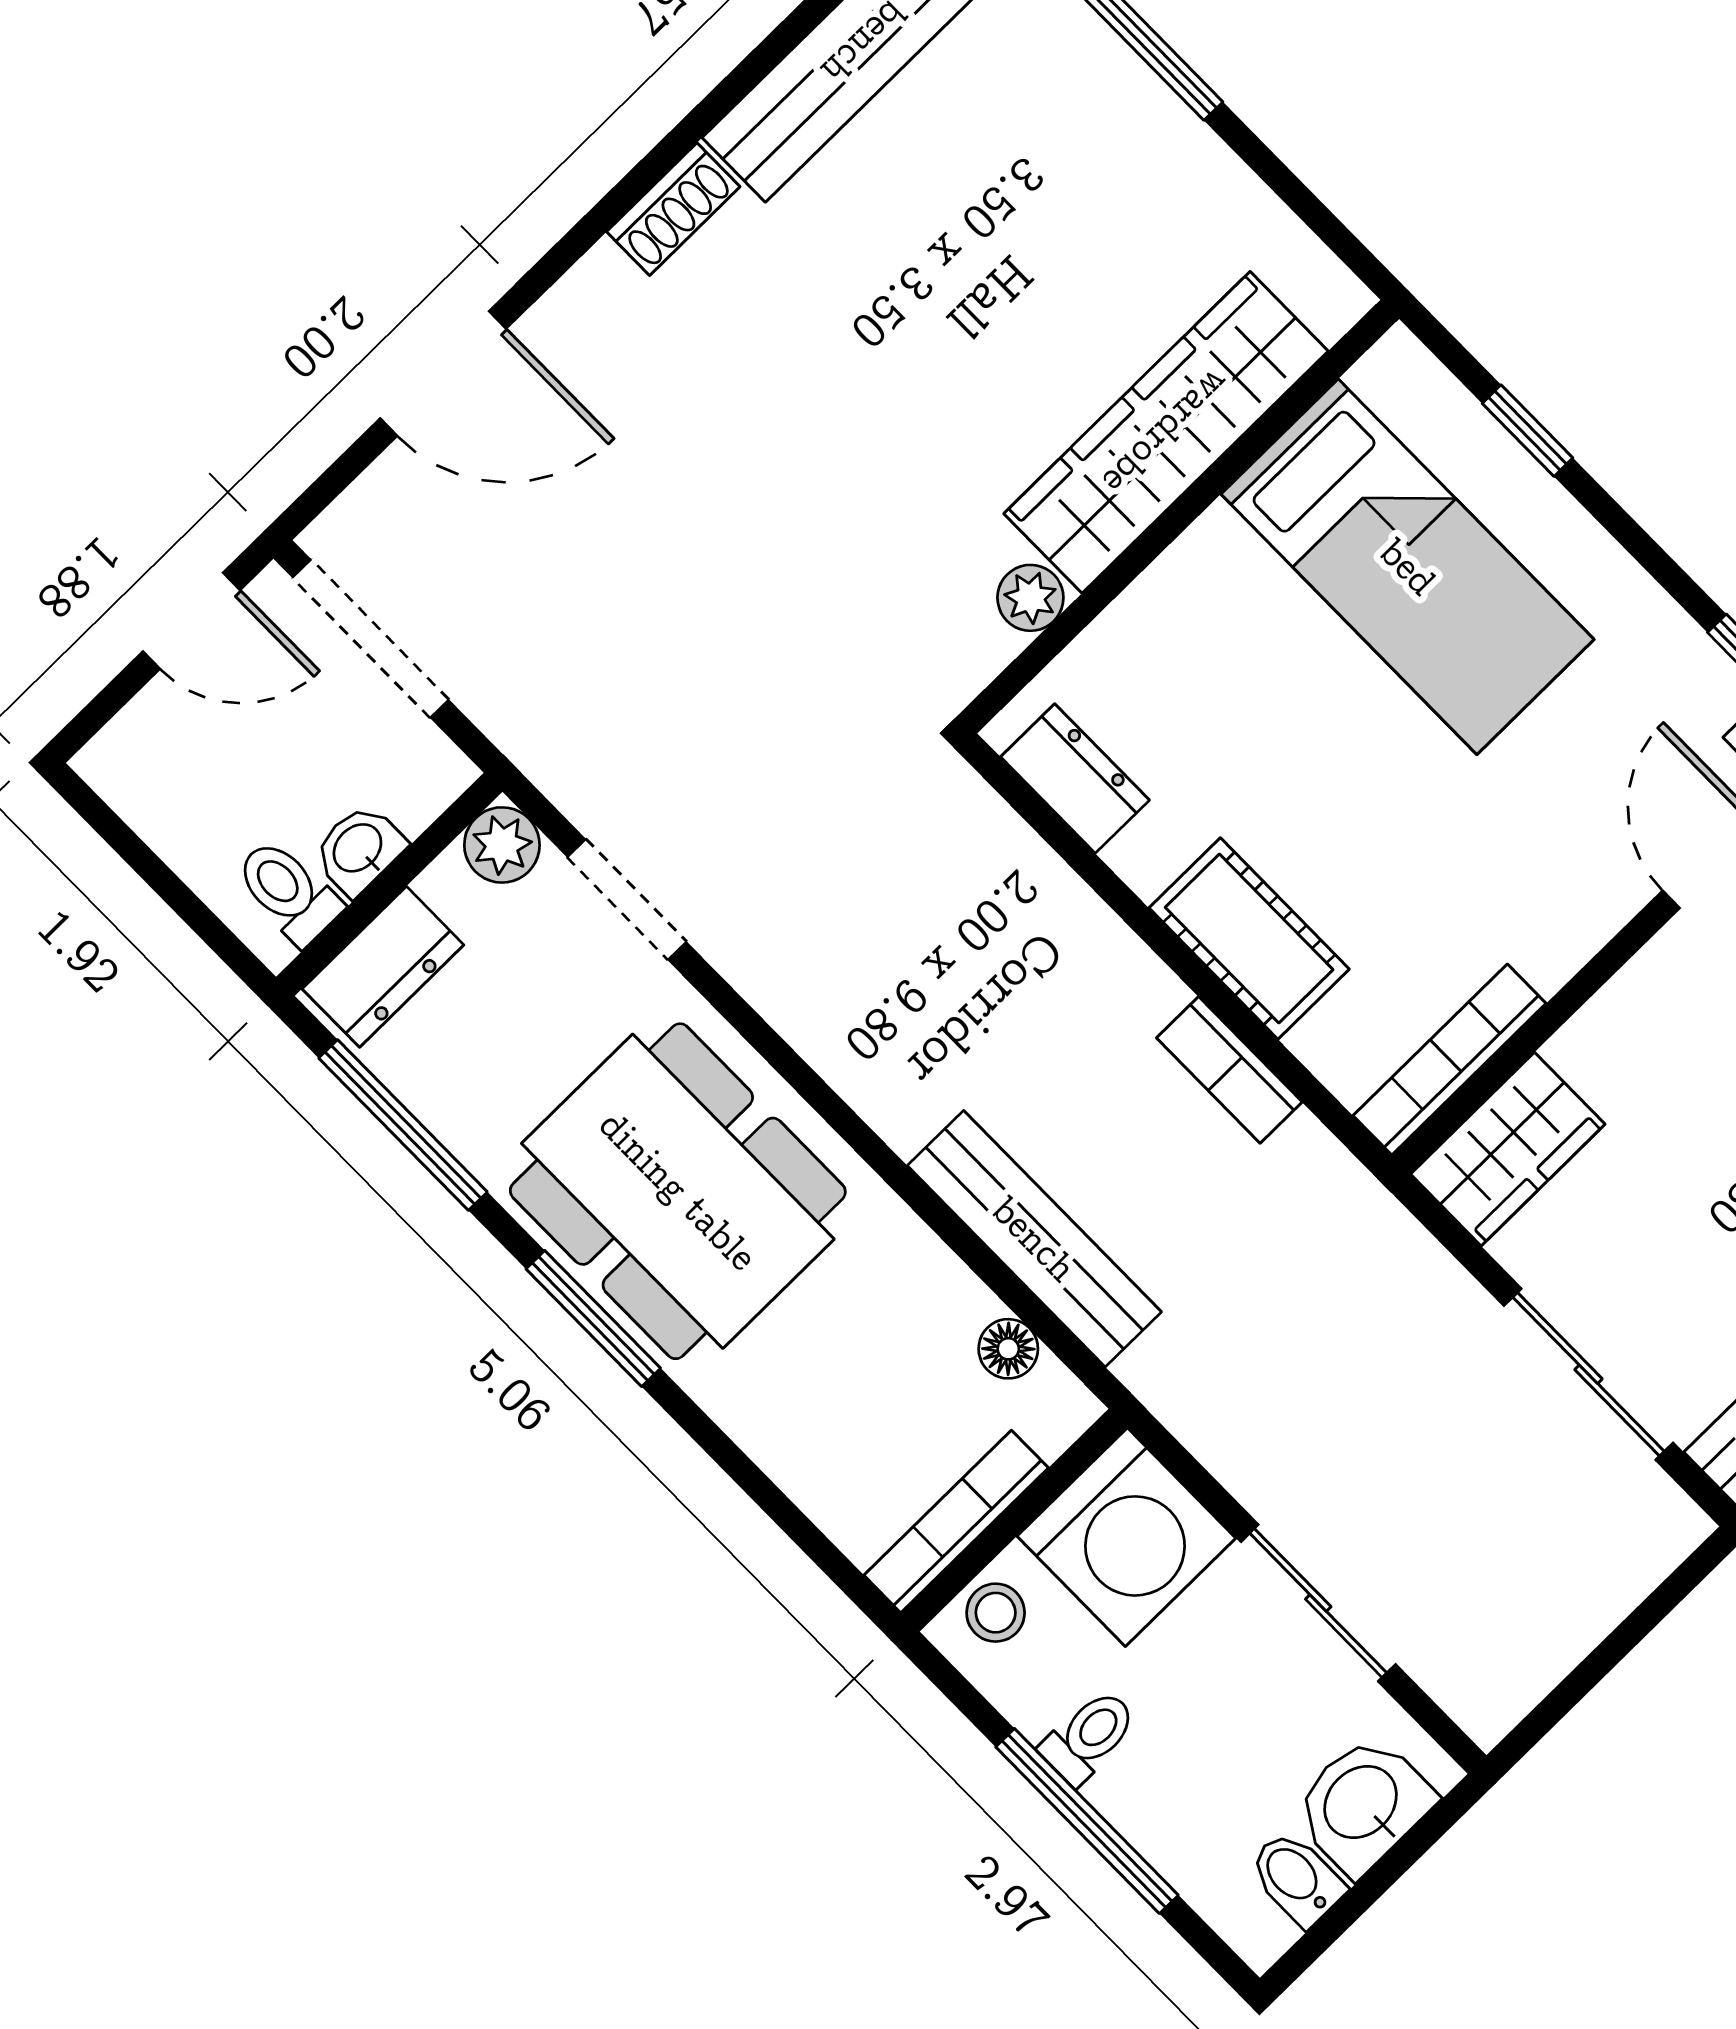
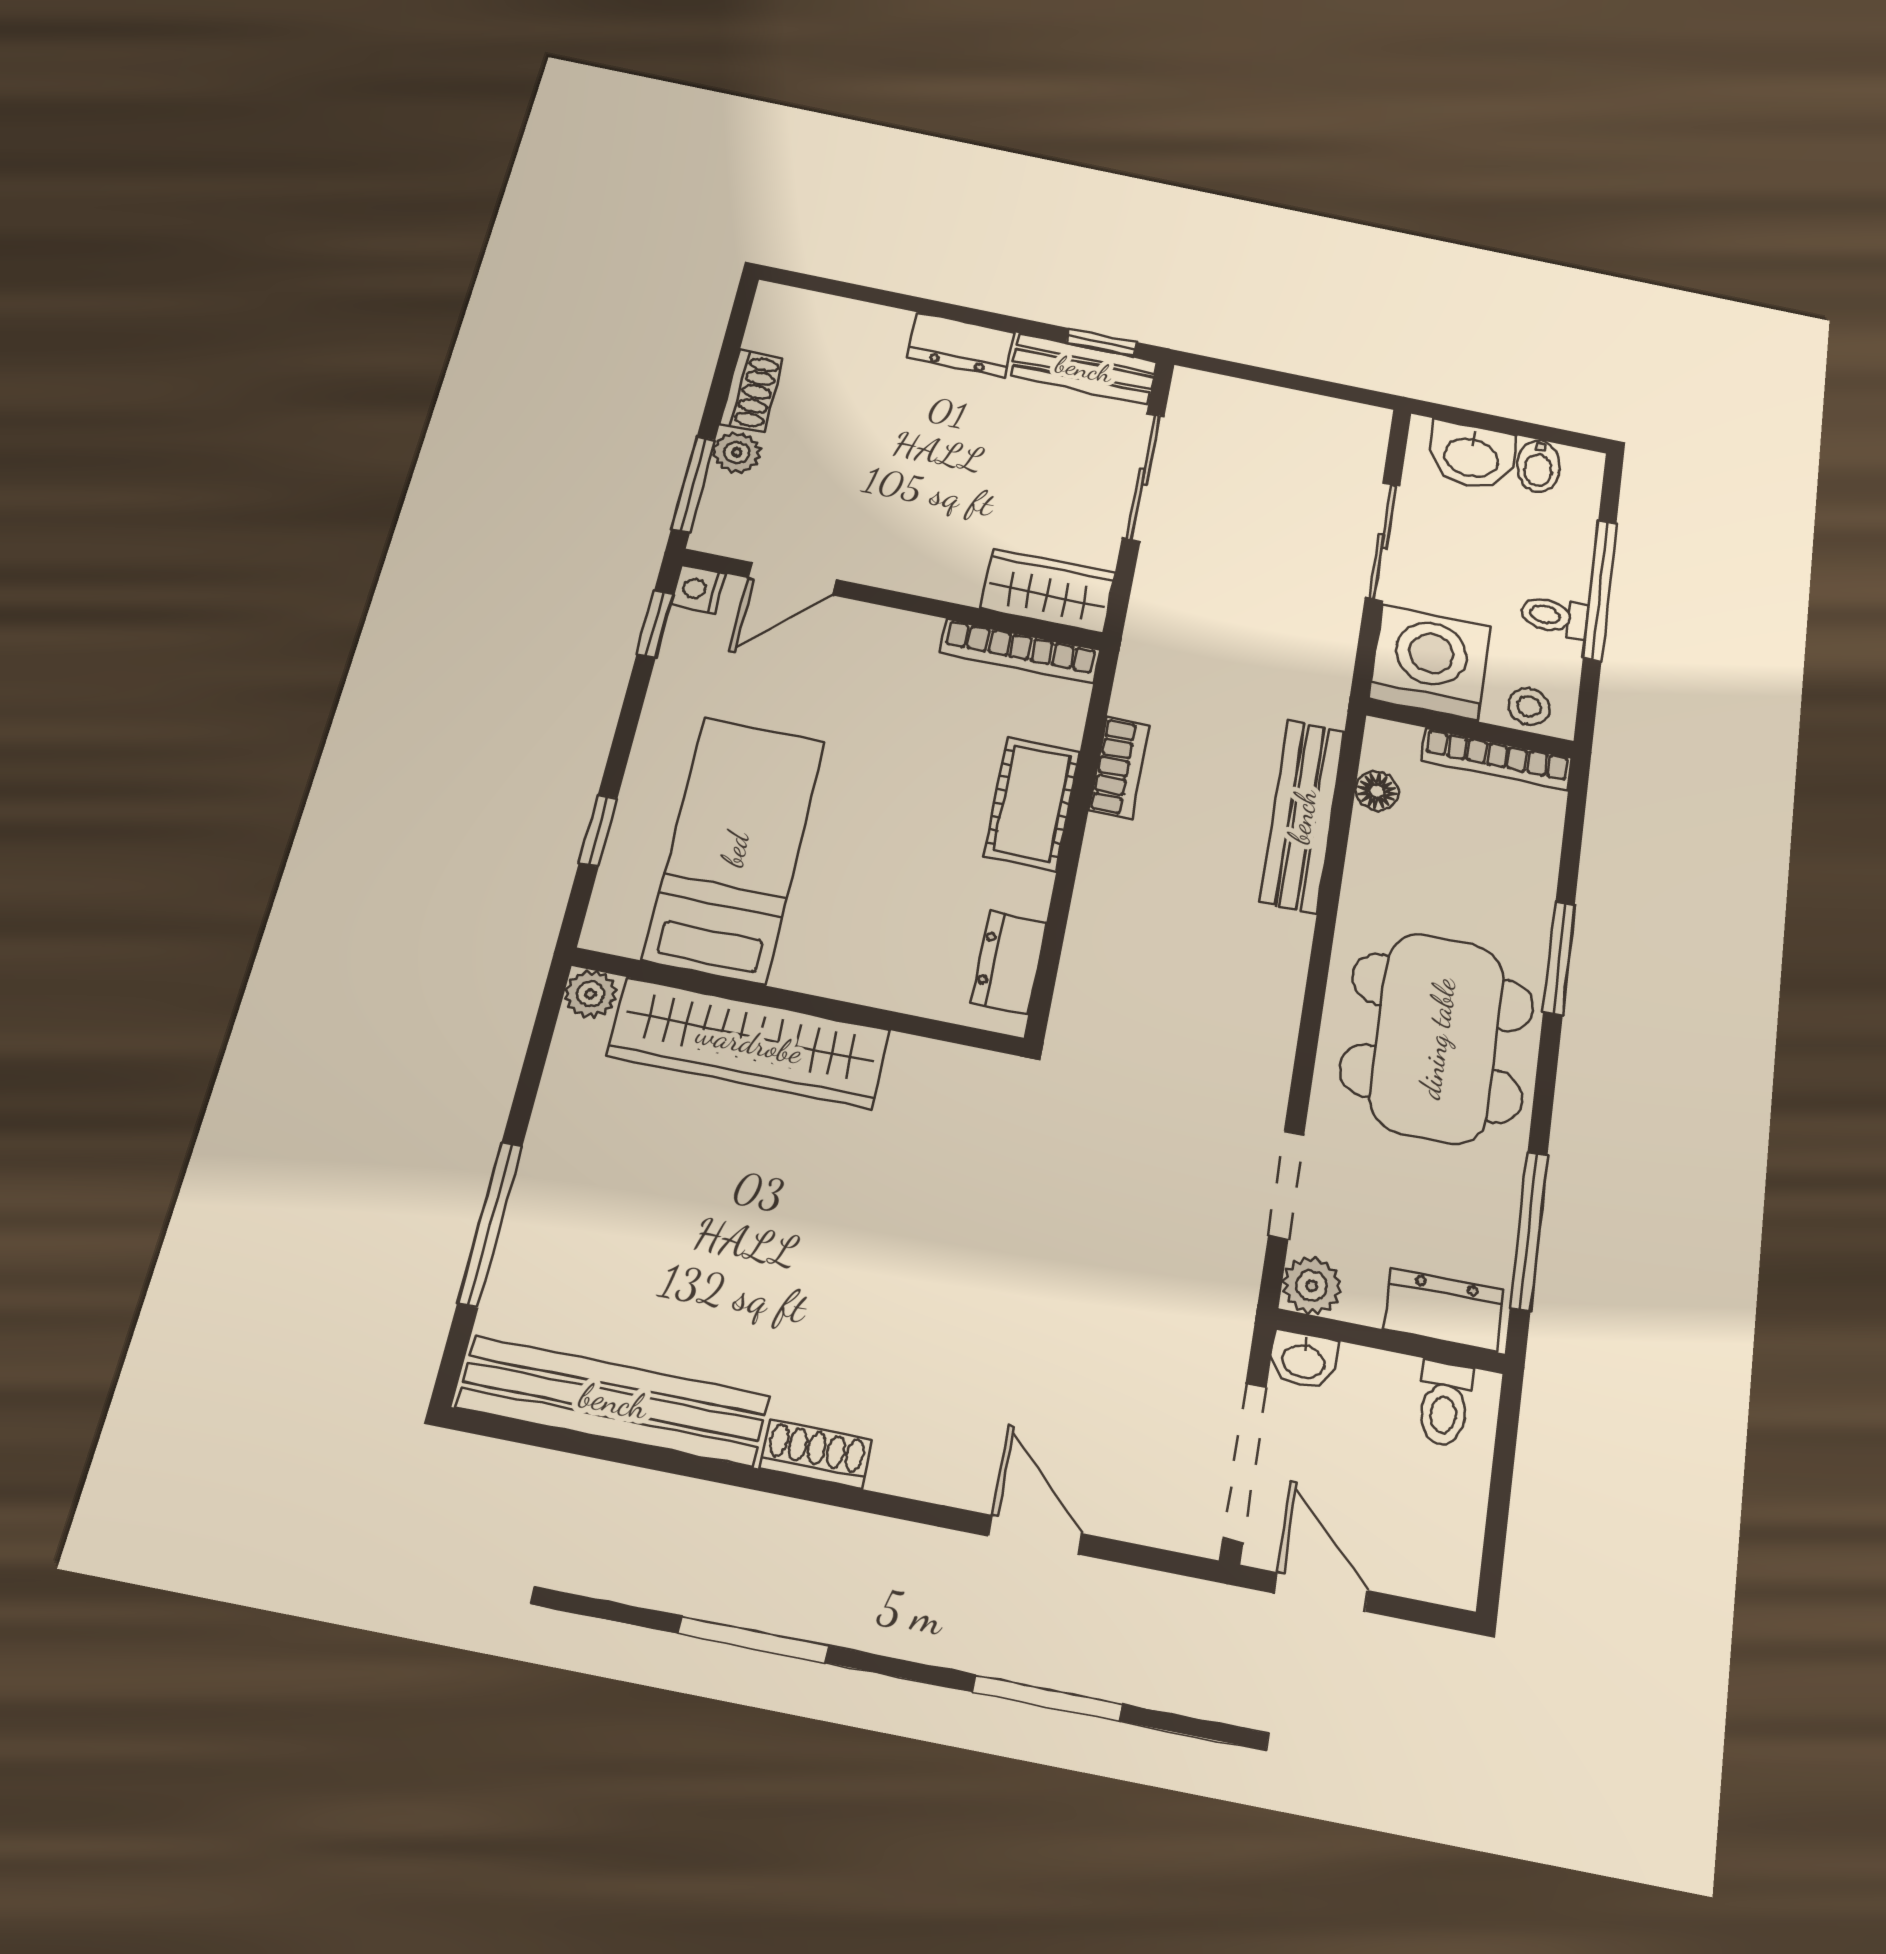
door: (443, 374) -> (1035, 1535), width x0.73
plant: (1030, 598) -> (591, 994), moved
washbasin: (359, 849) -> (1304, 1360), moved
window: (593, 1318) -> (1559, 958), moved

